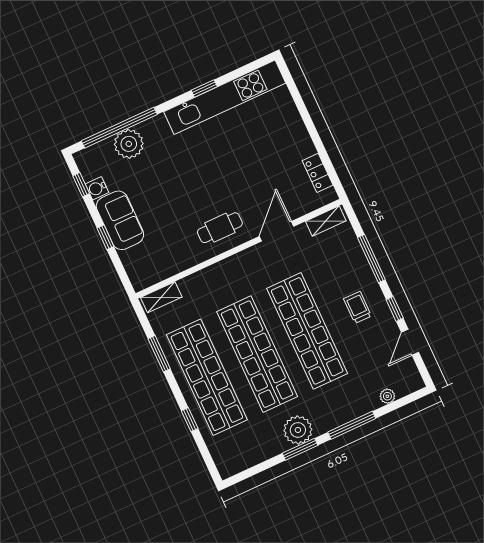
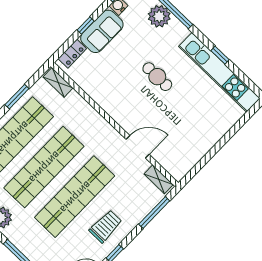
locker: (318, 173) -> (72, 54), moved, turned 180
cafe table: (220, 228) -> (157, 77), moved
window: (371, 259) -> (154, 212), moved
trolley: (358, 307) -> (106, 226), width x1.36, depth x1.39

